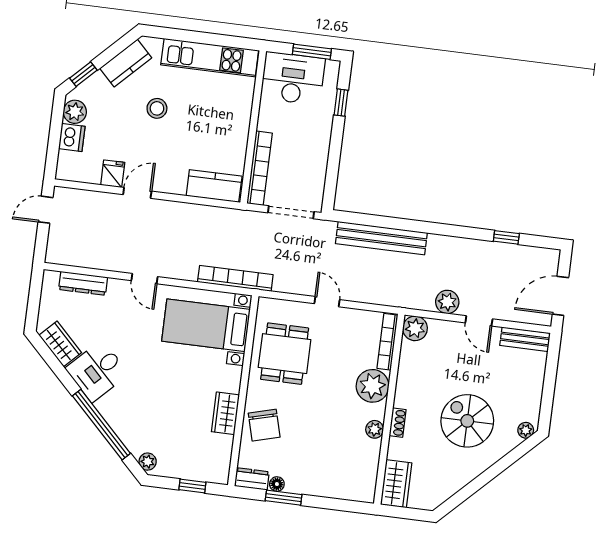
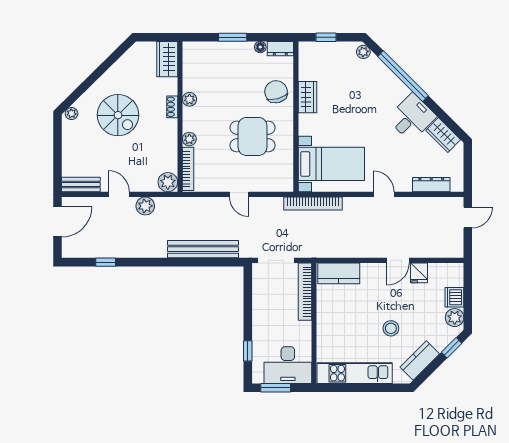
door: (45, 210) -> (468, 217), moved
dining table: (285, 354) -> (253, 136), moved, turned 90
plant: (372, 386) -> (189, 139), width x0.53, depth x0.53
window: (284, 498) -> (233, 37), moved

